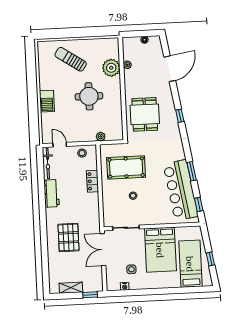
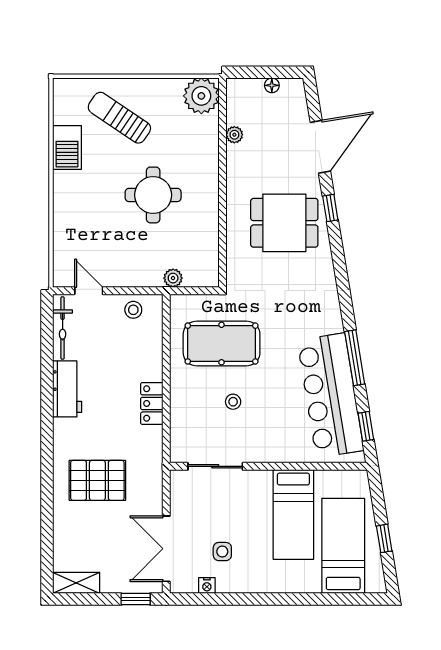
plant: (111, 68) -> (201, 96), moved
barbecue: (47, 101) -> (67, 148), moved
dining table: (145, 114) -> (284, 223), moved, turned 90
window: (180, 116) -> (330, 208), moved
window: (192, 171) -> (355, 358), width x1.44
locker: (92, 181) -> (152, 403), moved
pallet: (69, 237) -> (97, 480), turned 90
double door: (103, 250) -> (166, 549), moved
bed: (160, 250) -> (293, 514), width x0.67
shelving: (71, 288) -> (76, 583), moved

